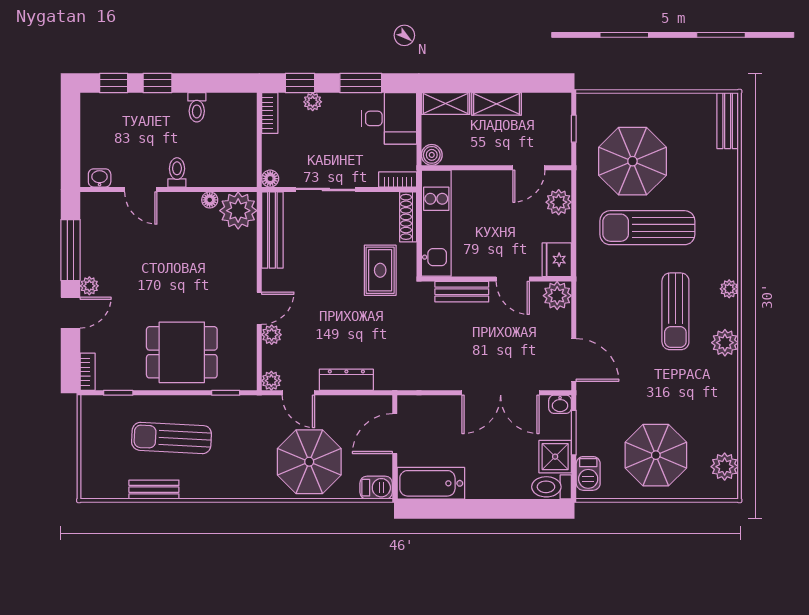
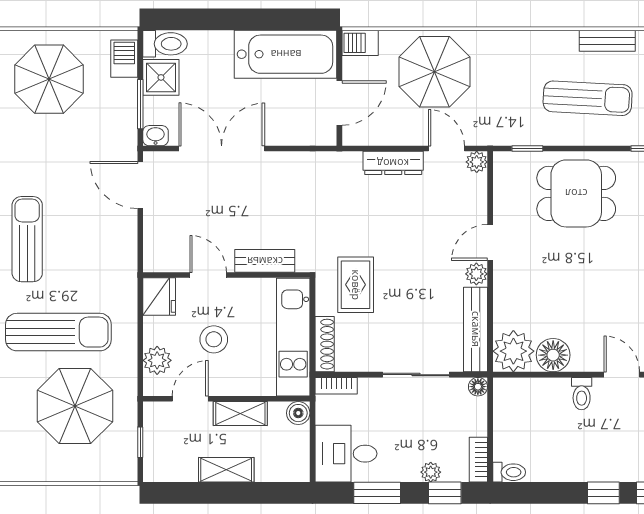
shelving: (446, 104) -> (240, 414), moved
toilet: (197, 107) -> (509, 472), moved, turned 90
floor lamp: (210, 200) -> (553, 355), width x1.89, depth x1.89
stool: (508, 221) -> (214, 339), added
plant: (557, 296) -> (159, 257), removed
plant: (272, 335) -> (476, 274), moved
bathtub: (431, 483) -> (286, 54), width x1.36, depth x1.36

